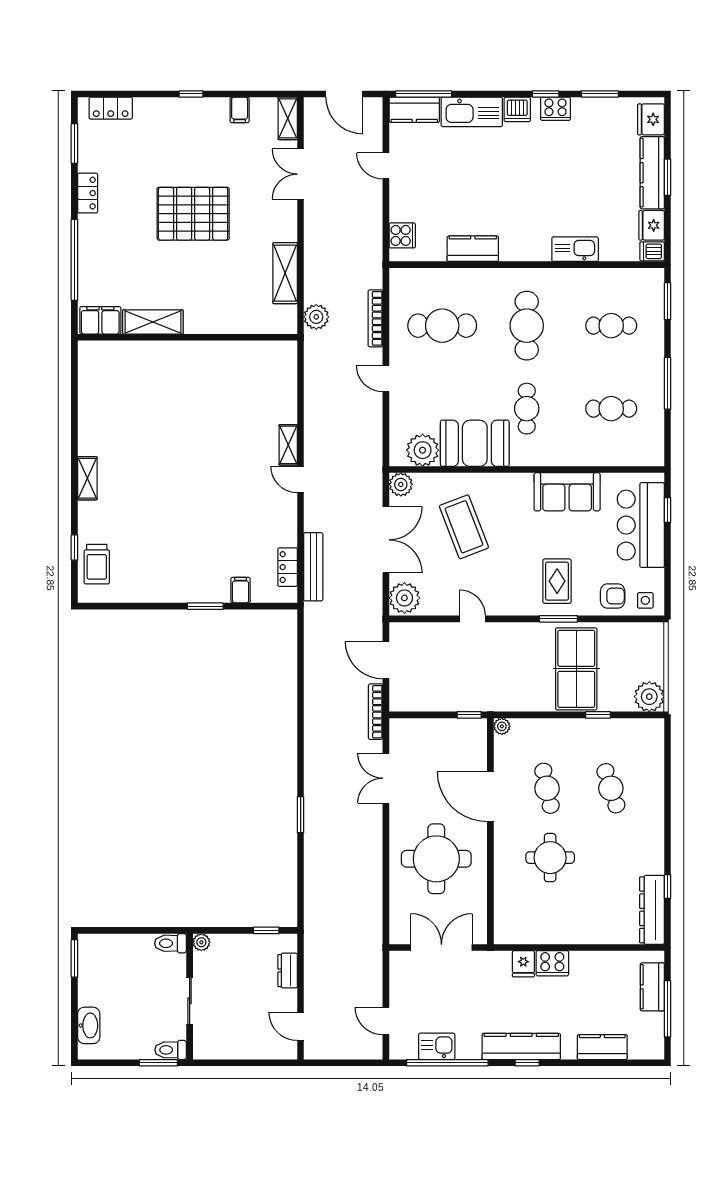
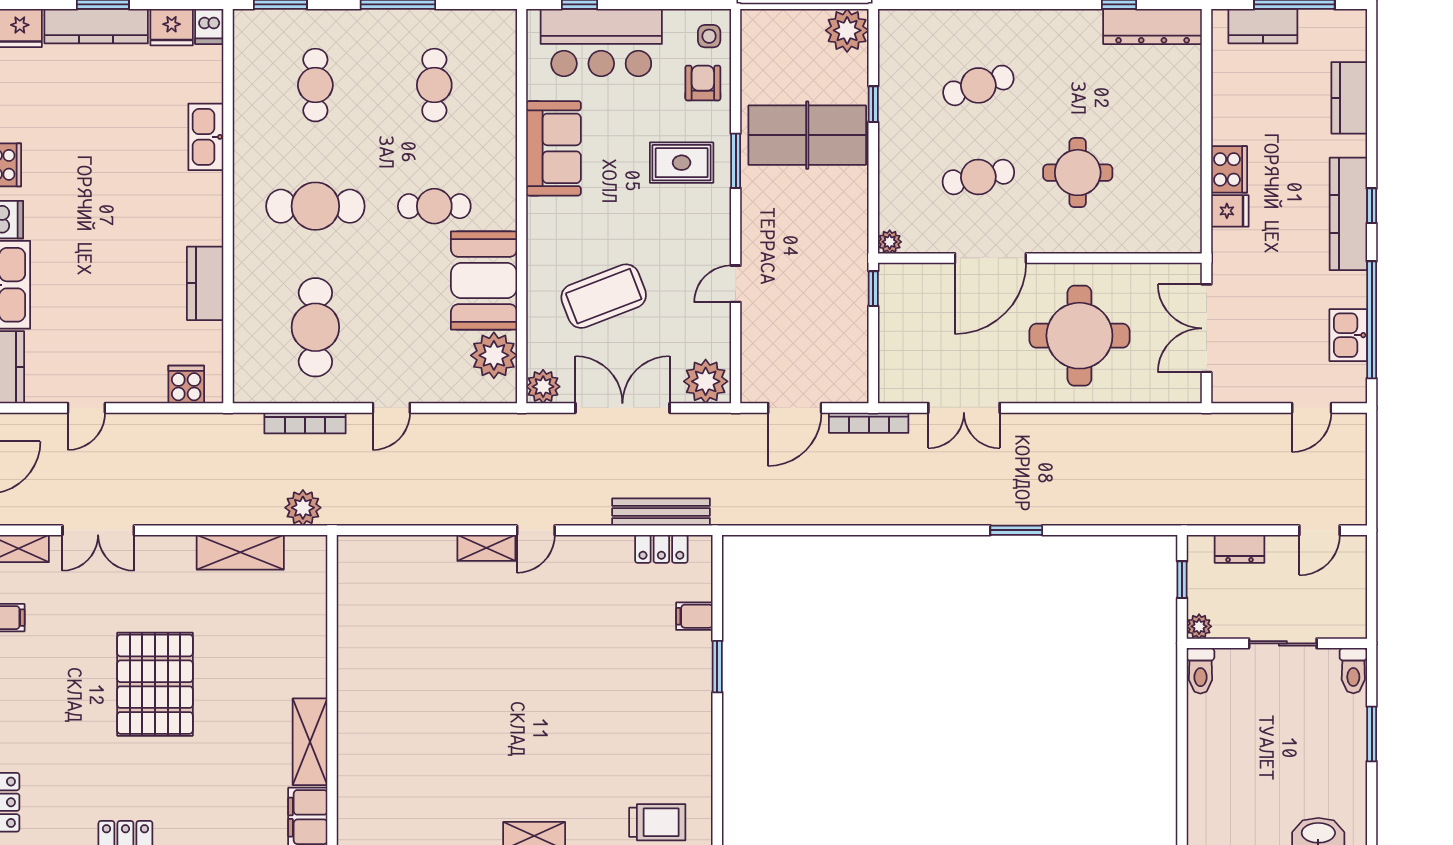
plant: (201, 942) -> (1199, 626), moved
toilet: (170, 943) -> (1200, 671), moved
wall: (190, 997) -> (1277, 643), moved
sliding door: (190, 1001) -> (1283, 643), moved
toilet: (171, 1050) -> (1353, 671), moved

